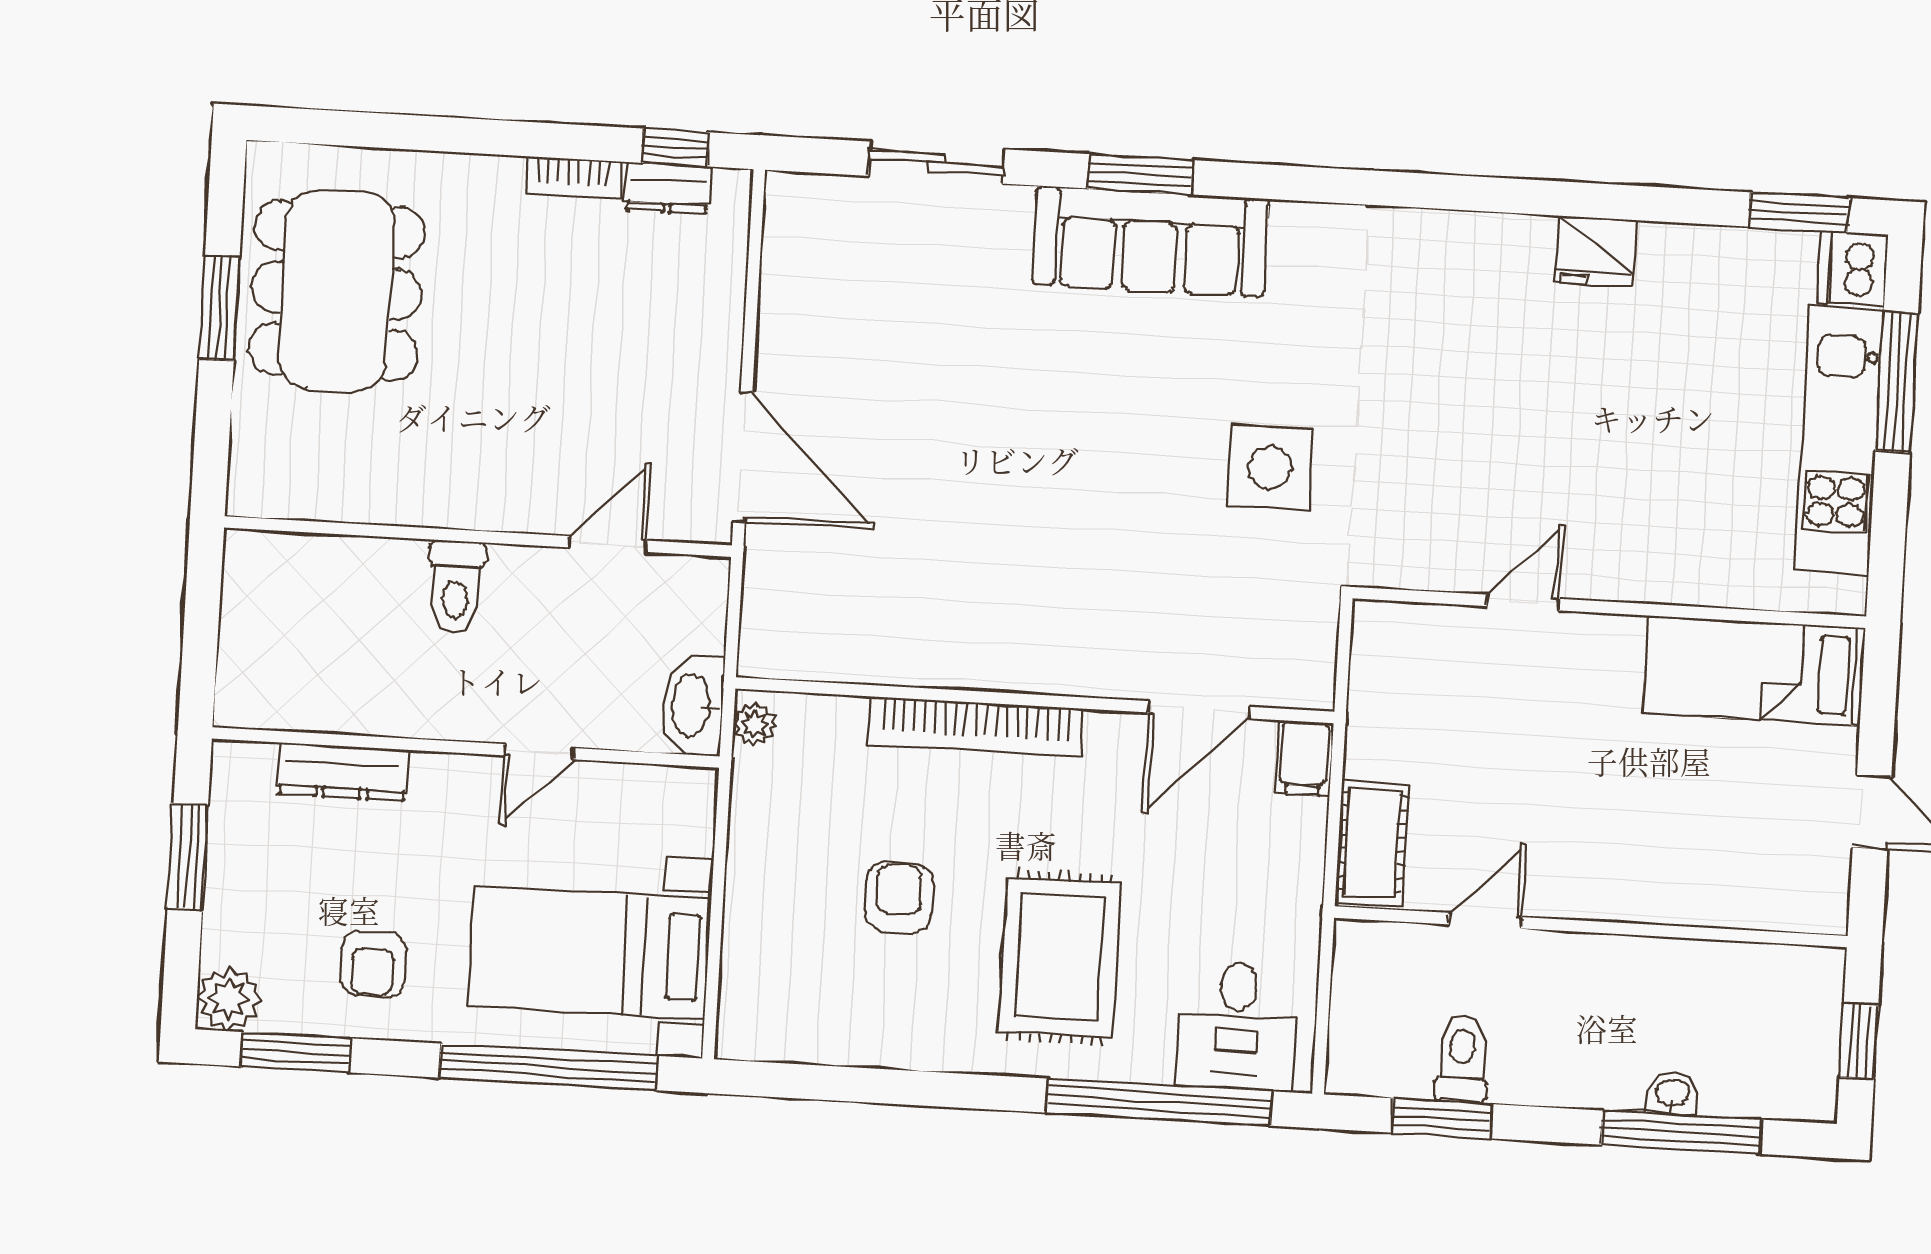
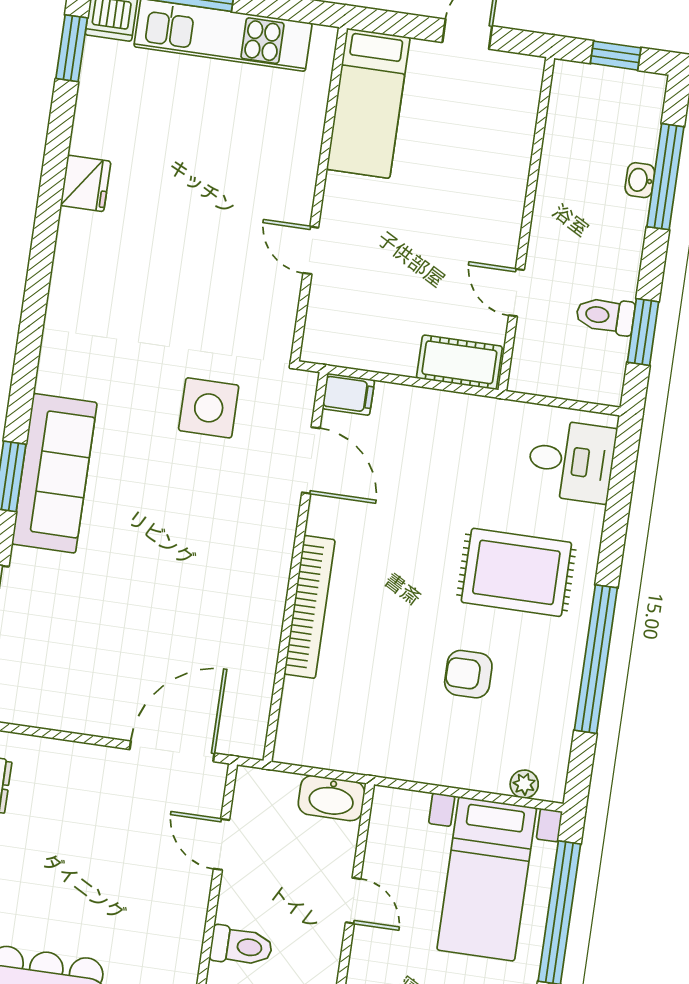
wall: (1035, 700) -> (295, 567), moved
door: (1199, 710) -> (311, 460), moved
plant: (755, 724) -> (524, 784), moved
bookcase: (976, 727) -> (310, 607), moved
filing cabinet: (1304, 758) -> (348, 394), moved
window: (1159, 1102) -> (596, 659), moved

